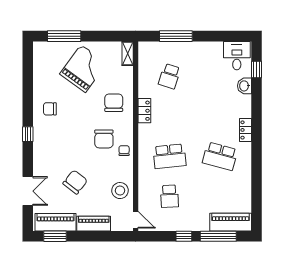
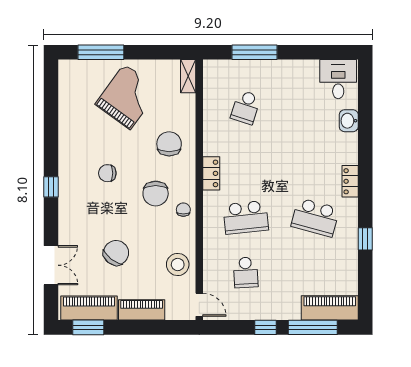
window: (256, 69) -> (365, 239), moved
chair: (50, 109) -> (107, 173), moved
locker: (144, 111) -> (211, 173), moved

